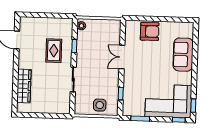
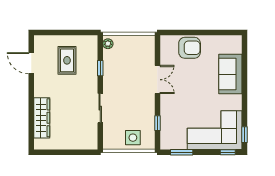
rug: (54, 51) -> (67, 60), moved
double door: (122, 57) -> (157, 80), swing flipped

